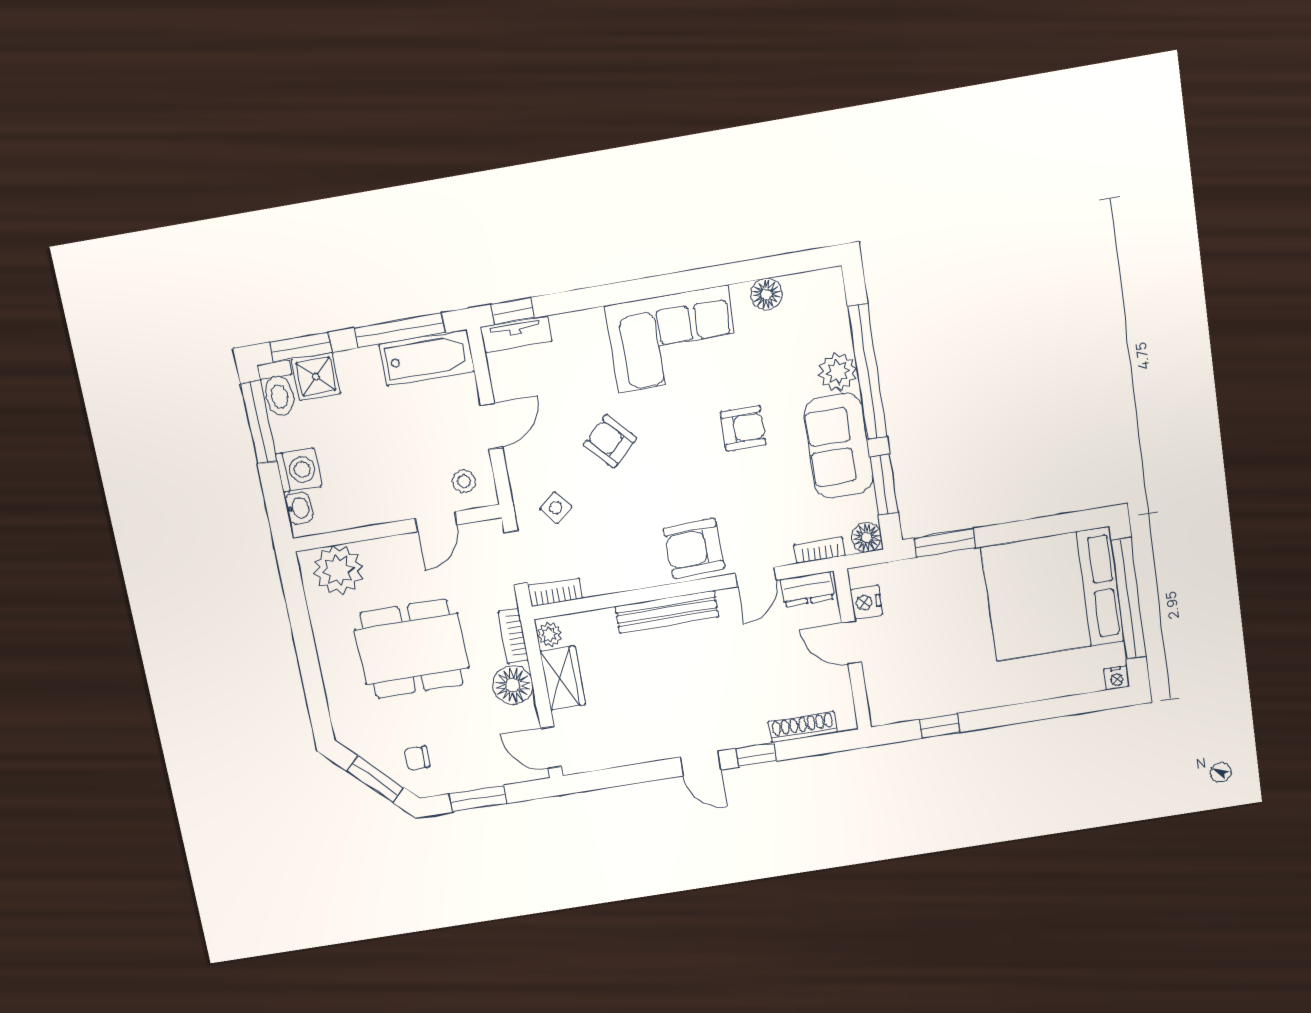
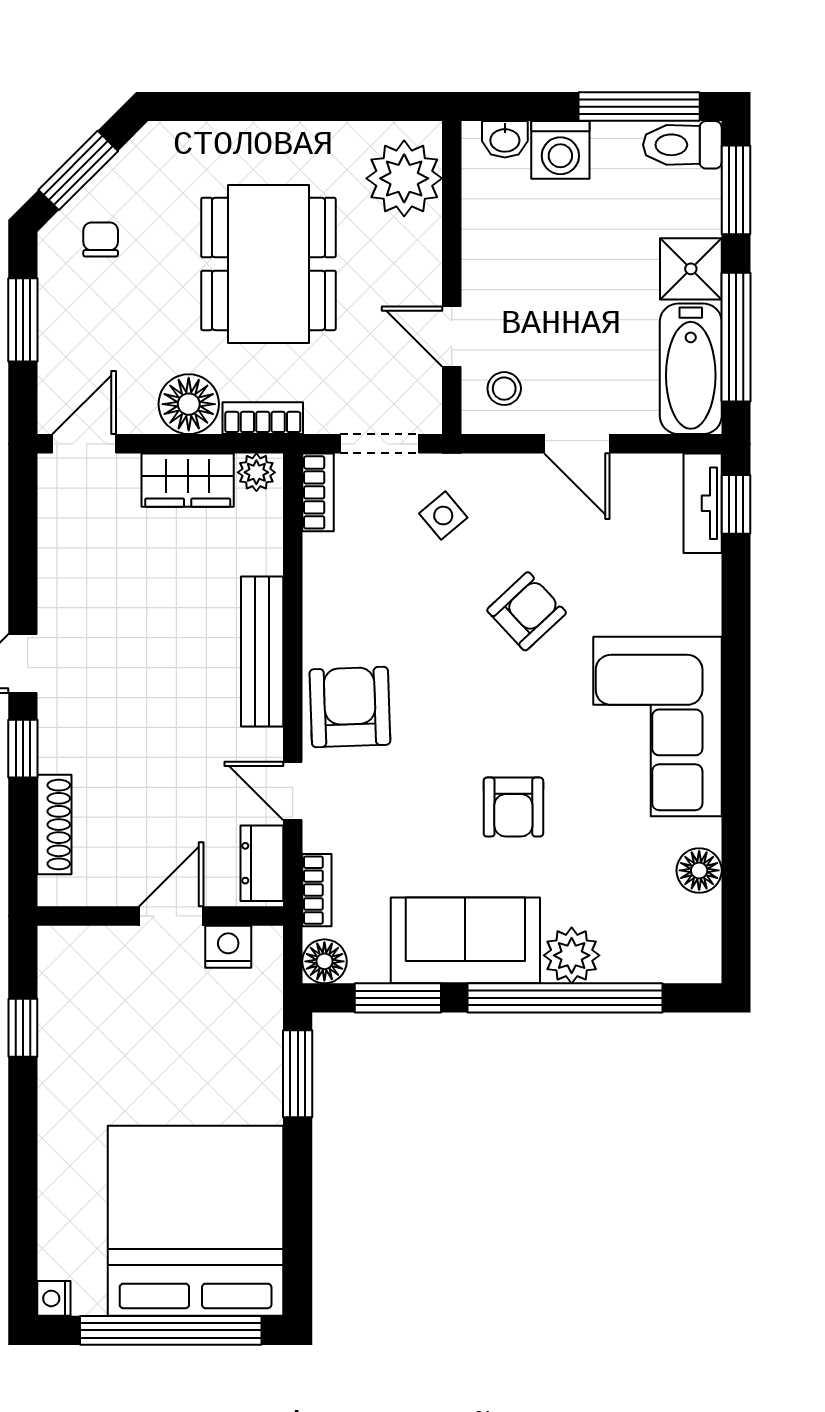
shower: (316, 376) -> (691, 269), moved

